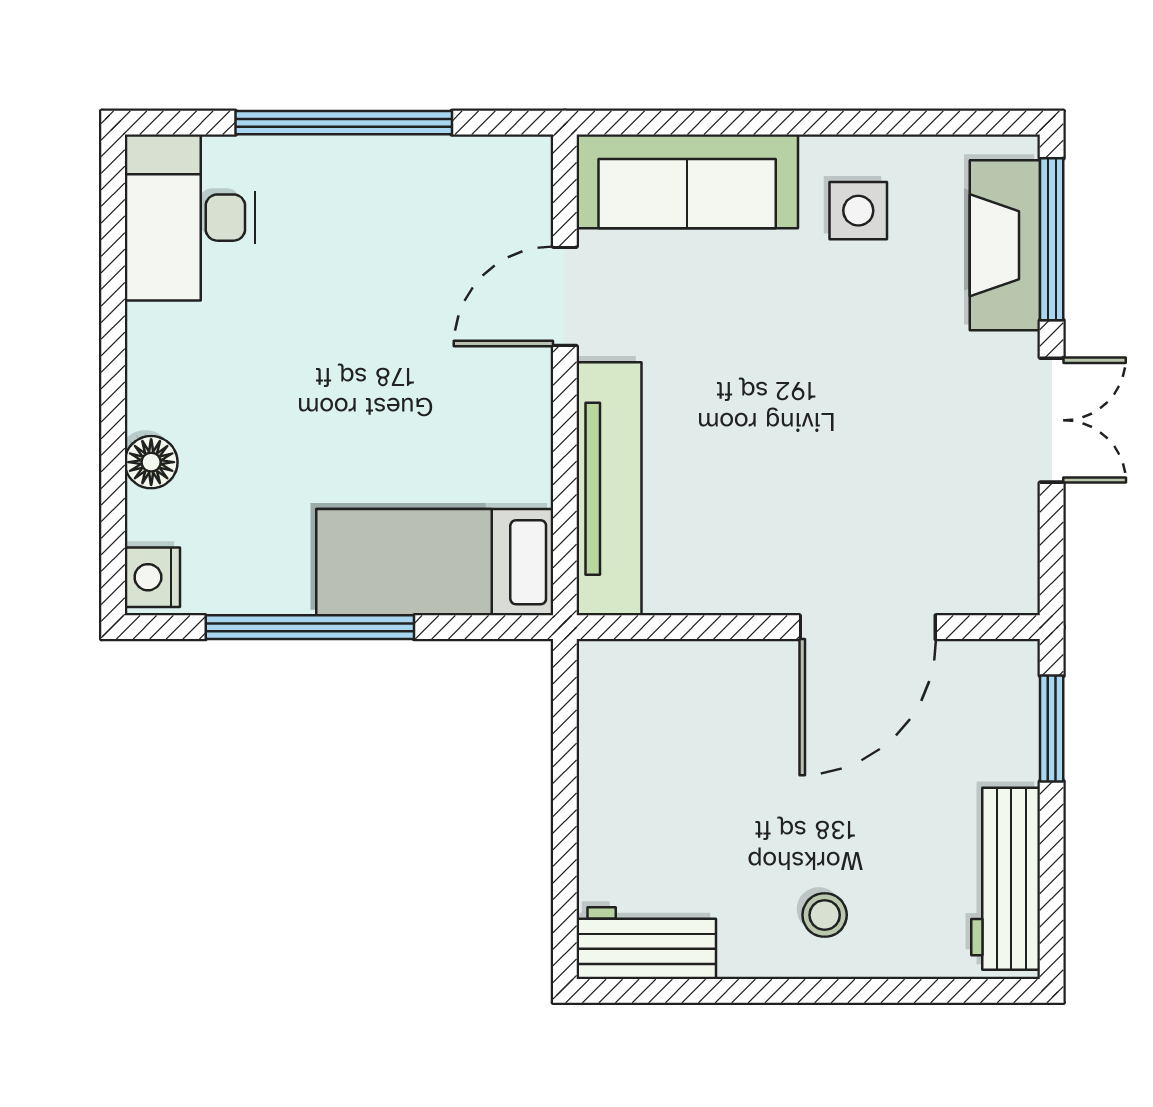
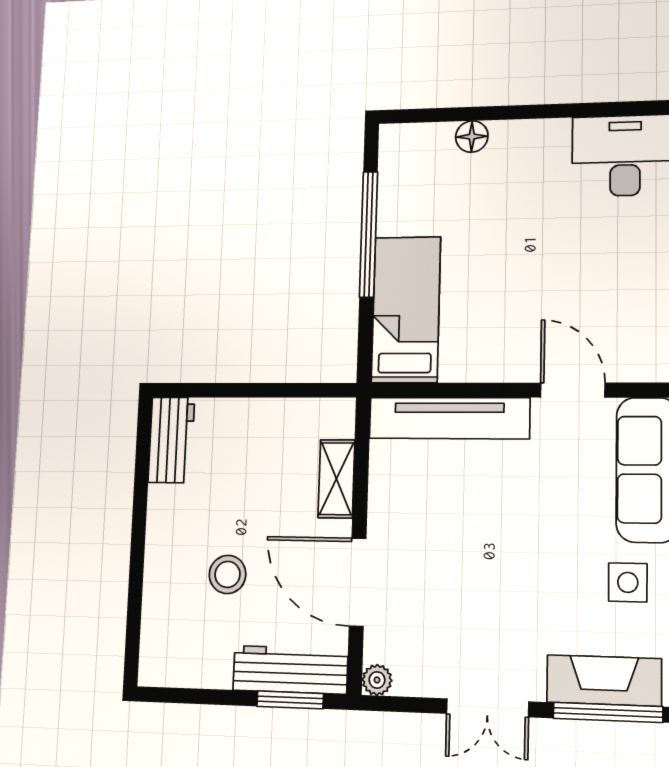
nightstand: (152, 577) -> (402, 140), removed
plant: (1016, 592) -> (377, 680), added
shelving: (706, 667) -> (336, 479), added
workbench: (1006, 879) -> (290, 670), moved
stool: (825, 915) -> (228, 574), moved, width x1.37, depth x1.37

